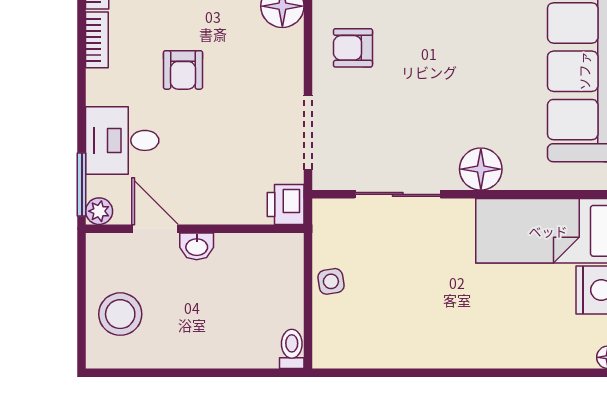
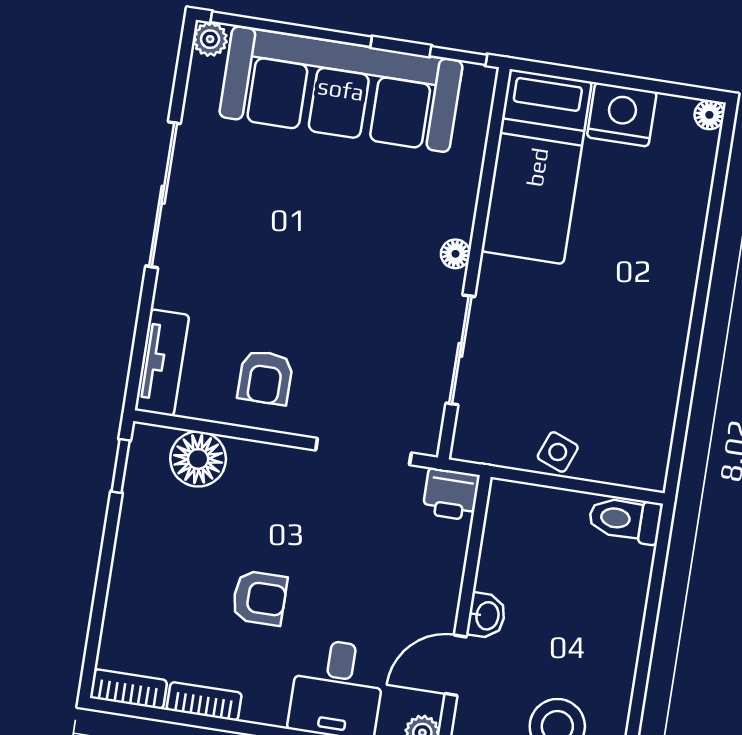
floor lamp: (481, 169) -> (455, 254), width x0.53, depth x0.53
side table: (331, 281) -> (558, 452), turned 30
toilet: (292, 349) -> (625, 519), width x1.37, depth x1.39

